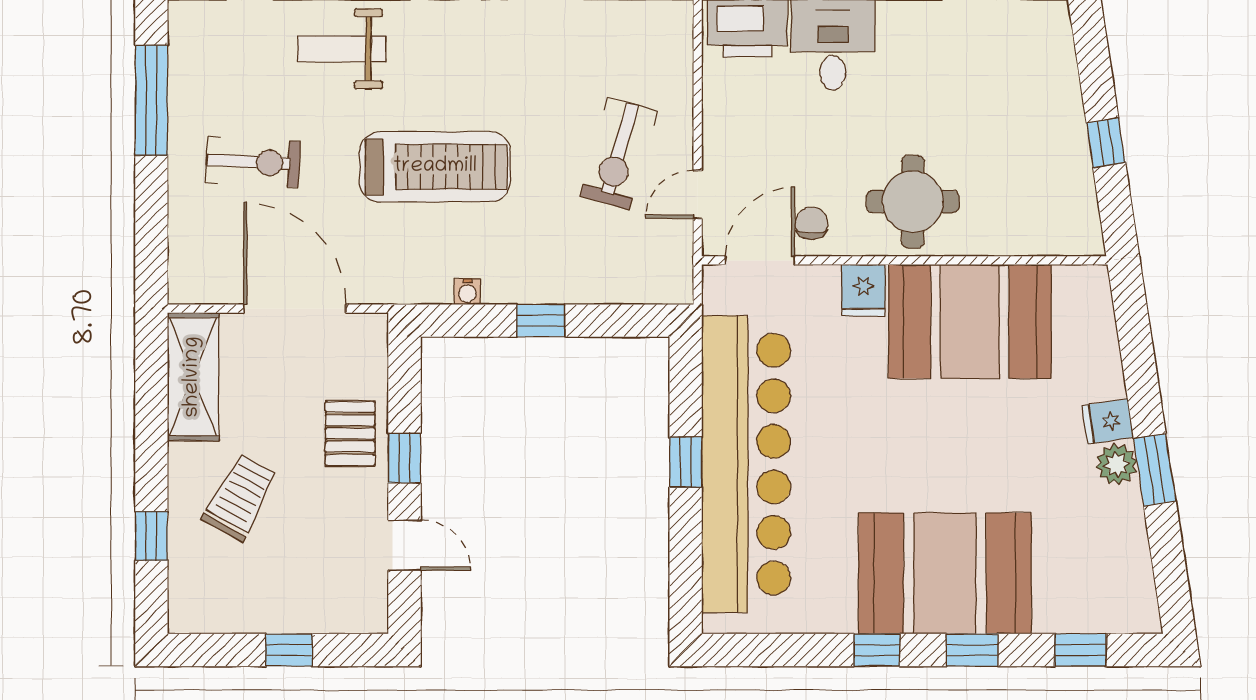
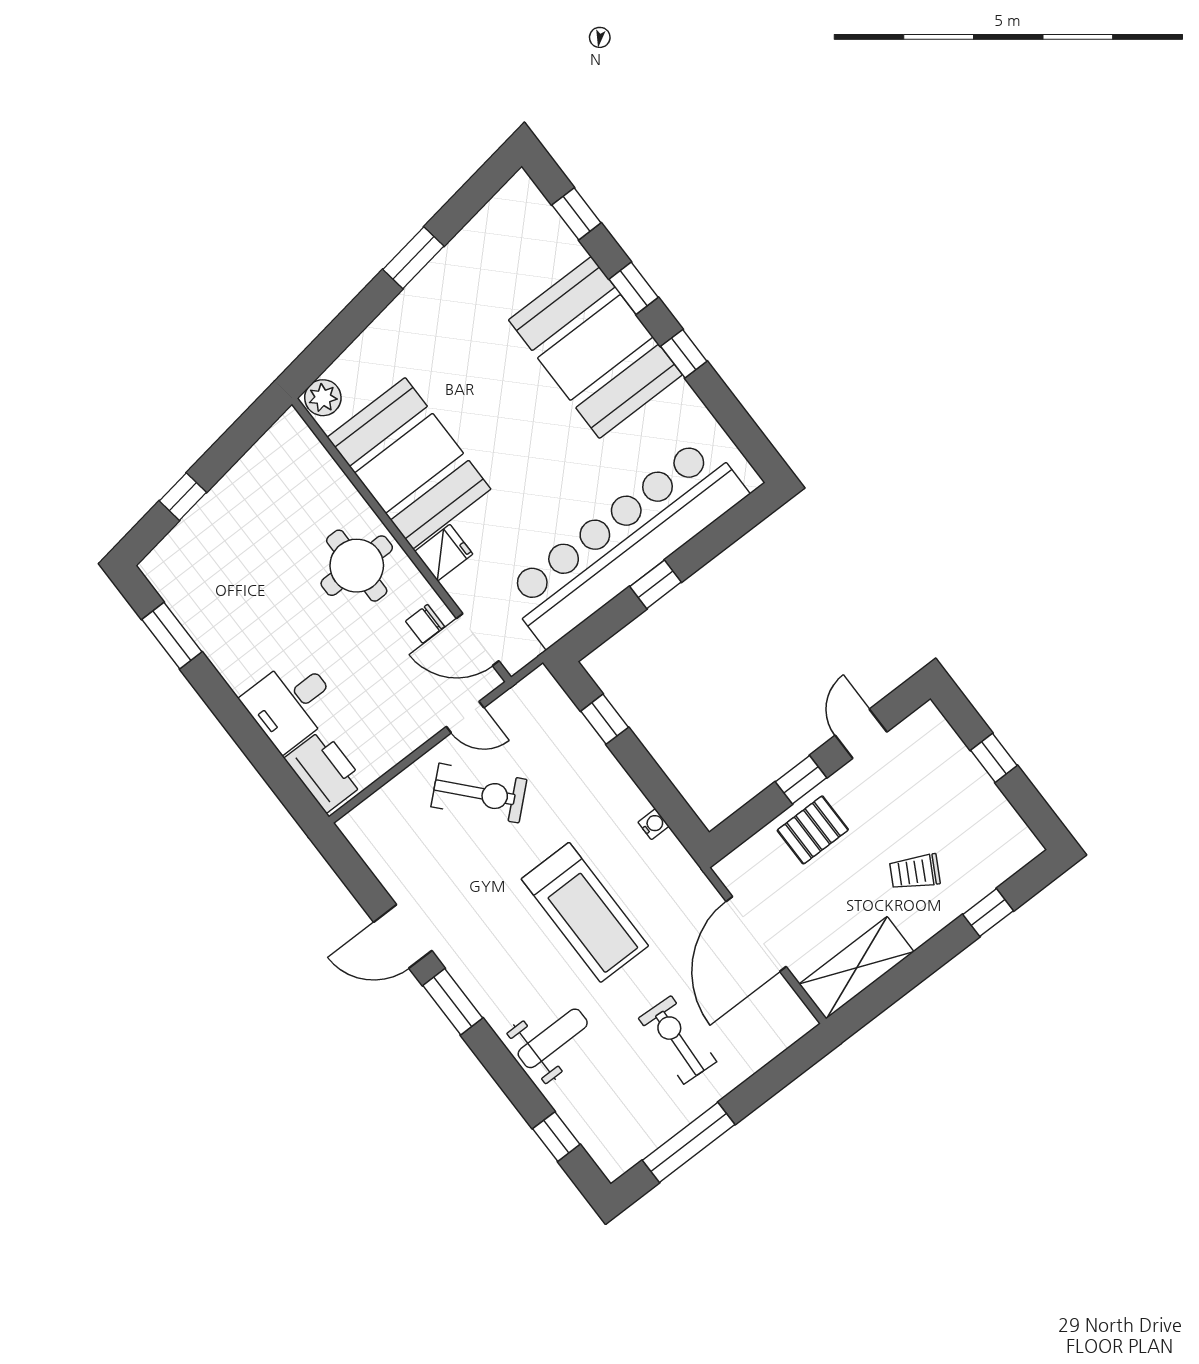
weight bench: (342, 49) -> (553, 1038), turned -90
window: (1106, 143) -> (183, 497), moved
exercise bike: (619, 154) -> (479, 793), turned 32
treadmill: (435, 167) -> (585, 912), turned 180
window: (541, 321) -> (605, 719), moved
fridge: (1108, 421) -> (405, 316), removed
plant: (1117, 464) -> (323, 398), moved
trolley: (240, 498) -> (915, 872), width x0.73, depth x0.72

